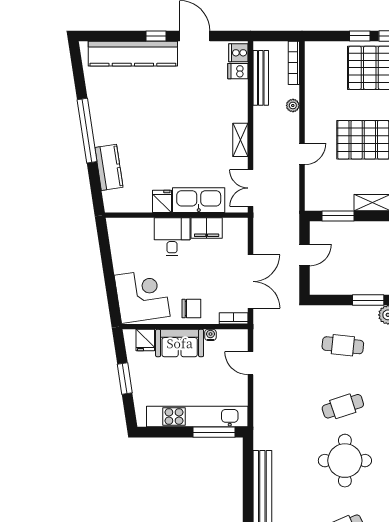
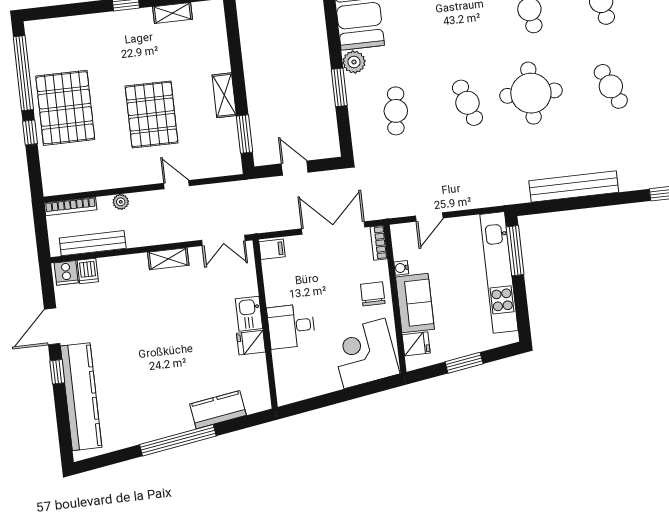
kitchen sink: (199, 200) -> (249, 314), width x0.53, depth x0.81
filing cabinet: (207, 228) -> (272, 249), moved, width x0.50

